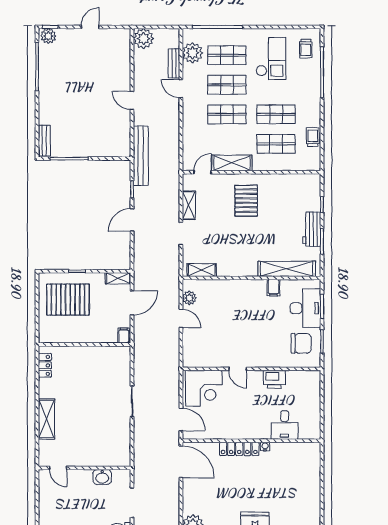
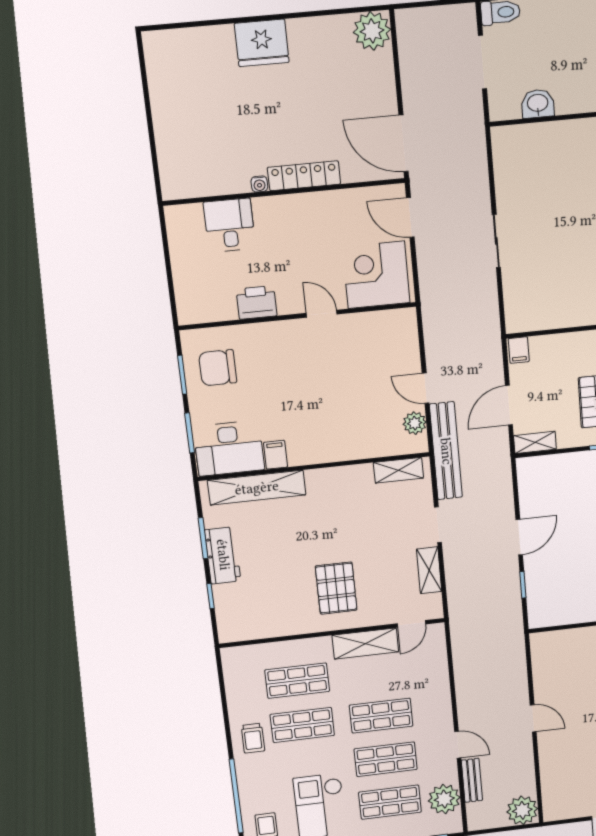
trolley: (313, 137) -> (253, 738), moved
bench: (141, 156) -> (446, 451), moved
desk: (305, 308) -> (229, 448), moved, turned -90

